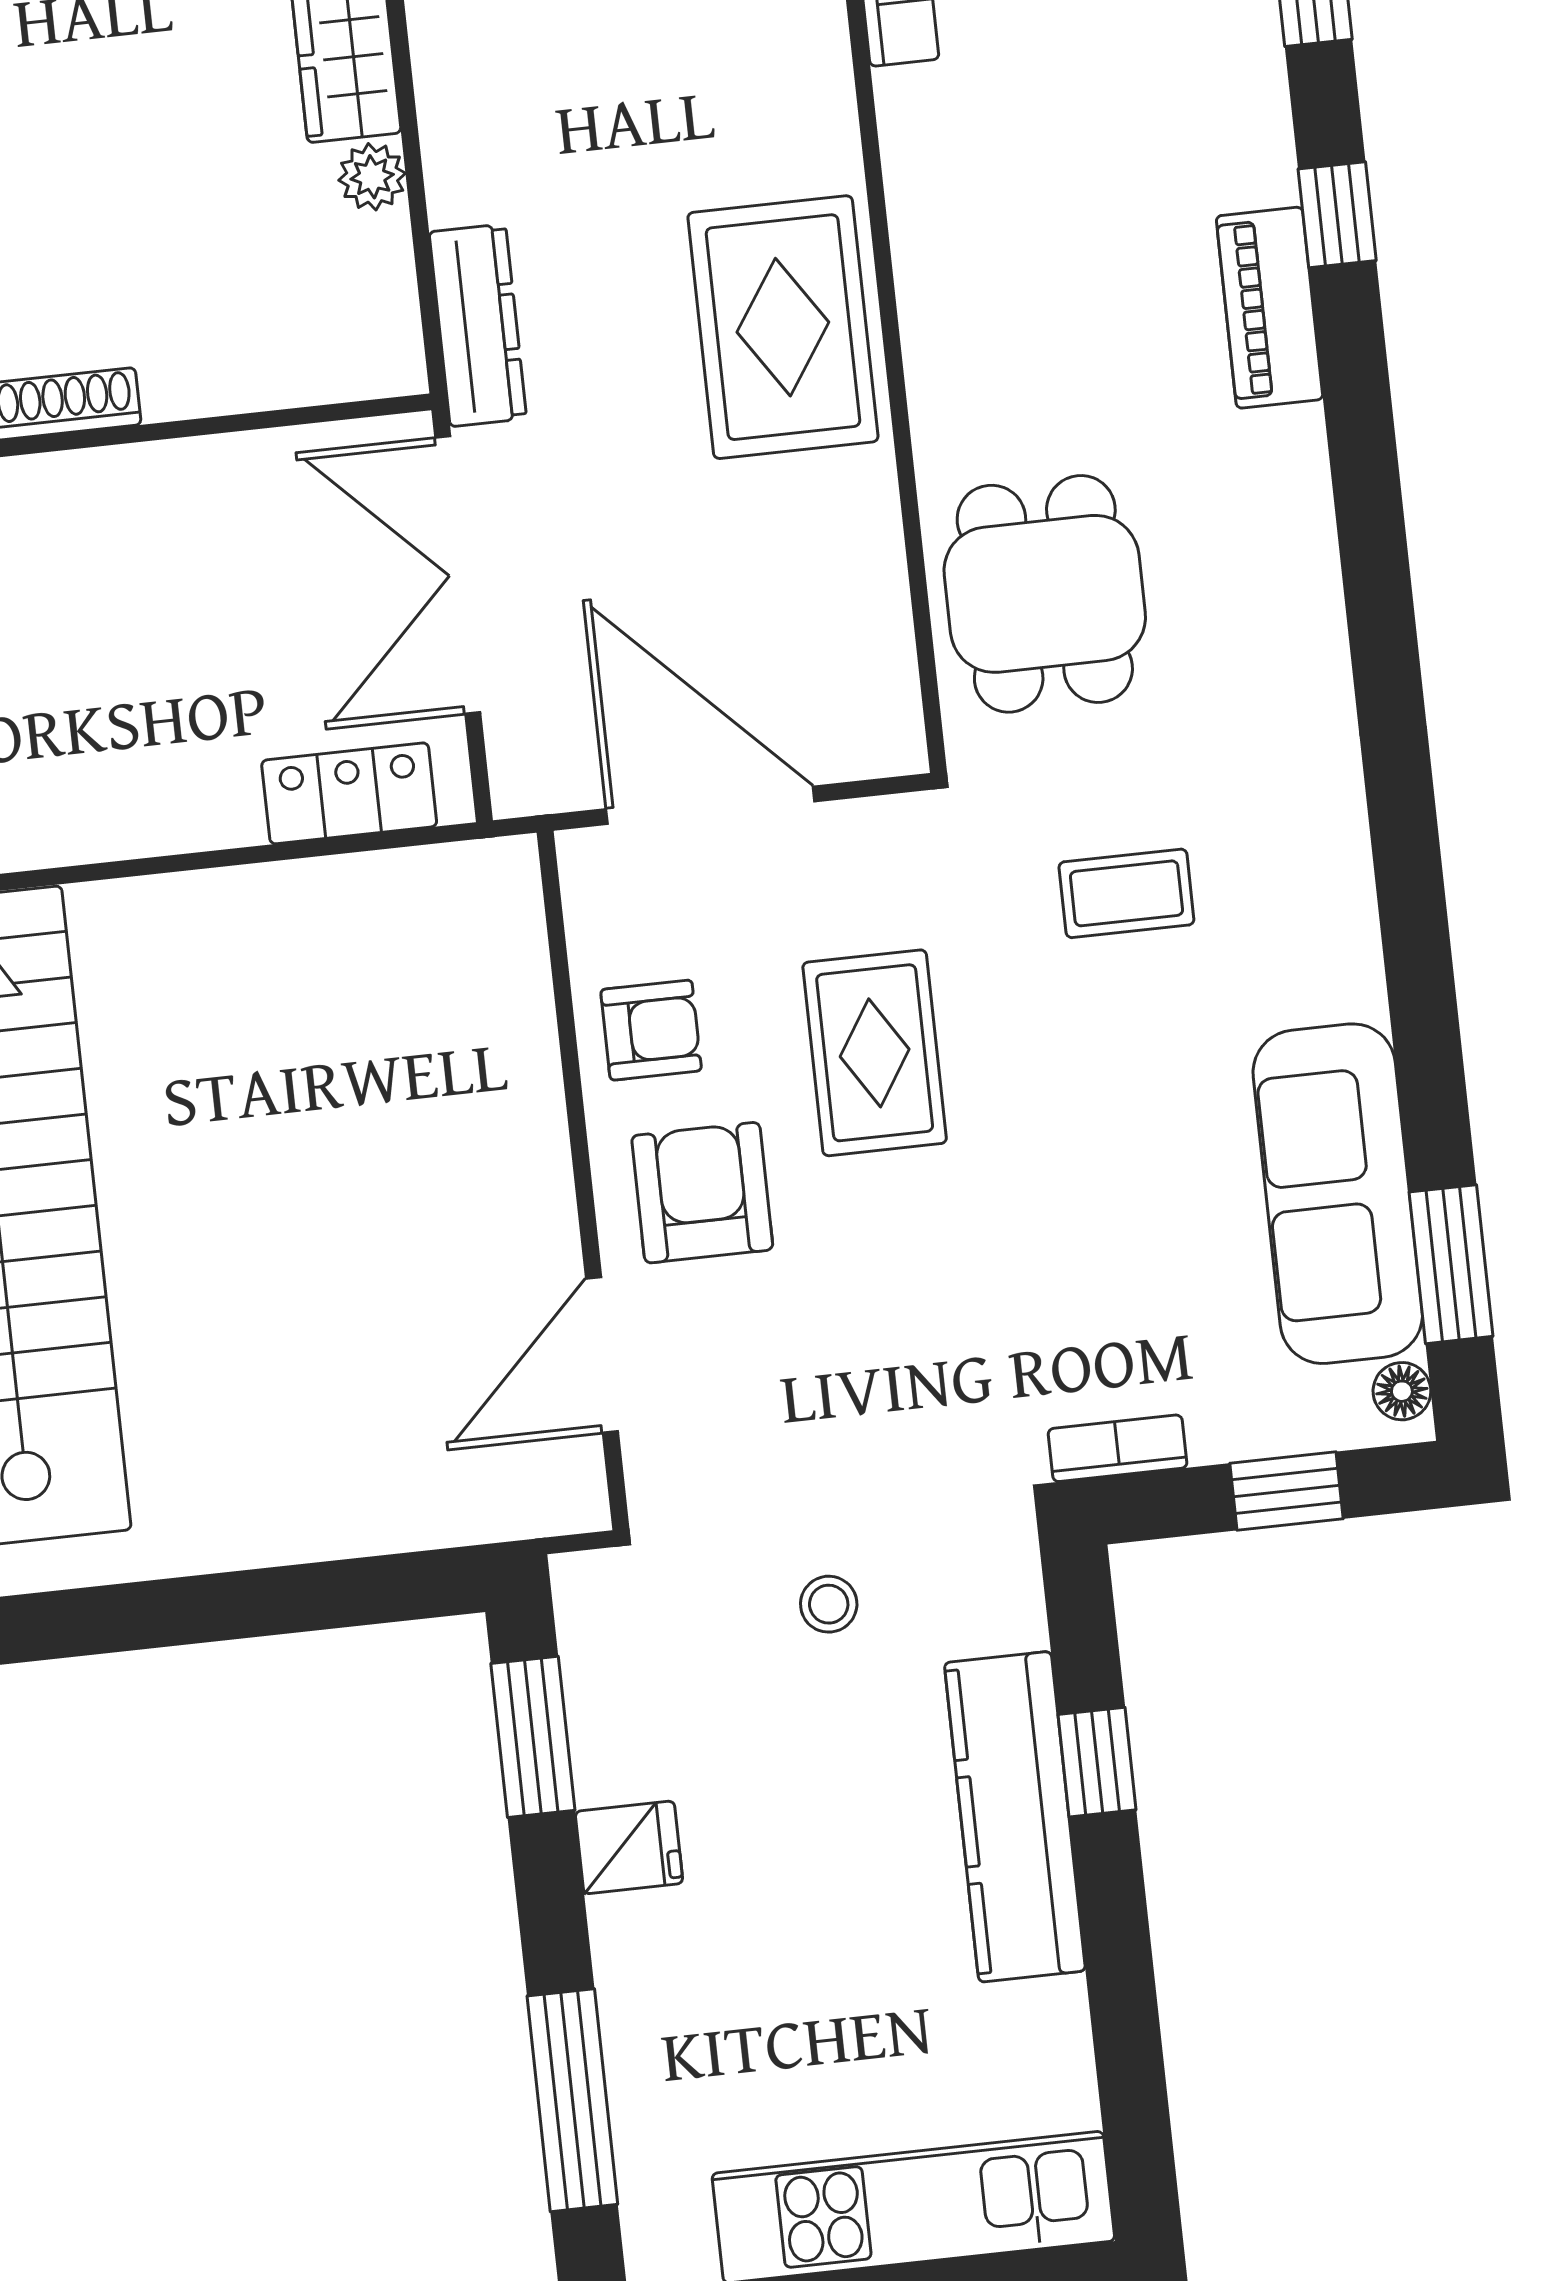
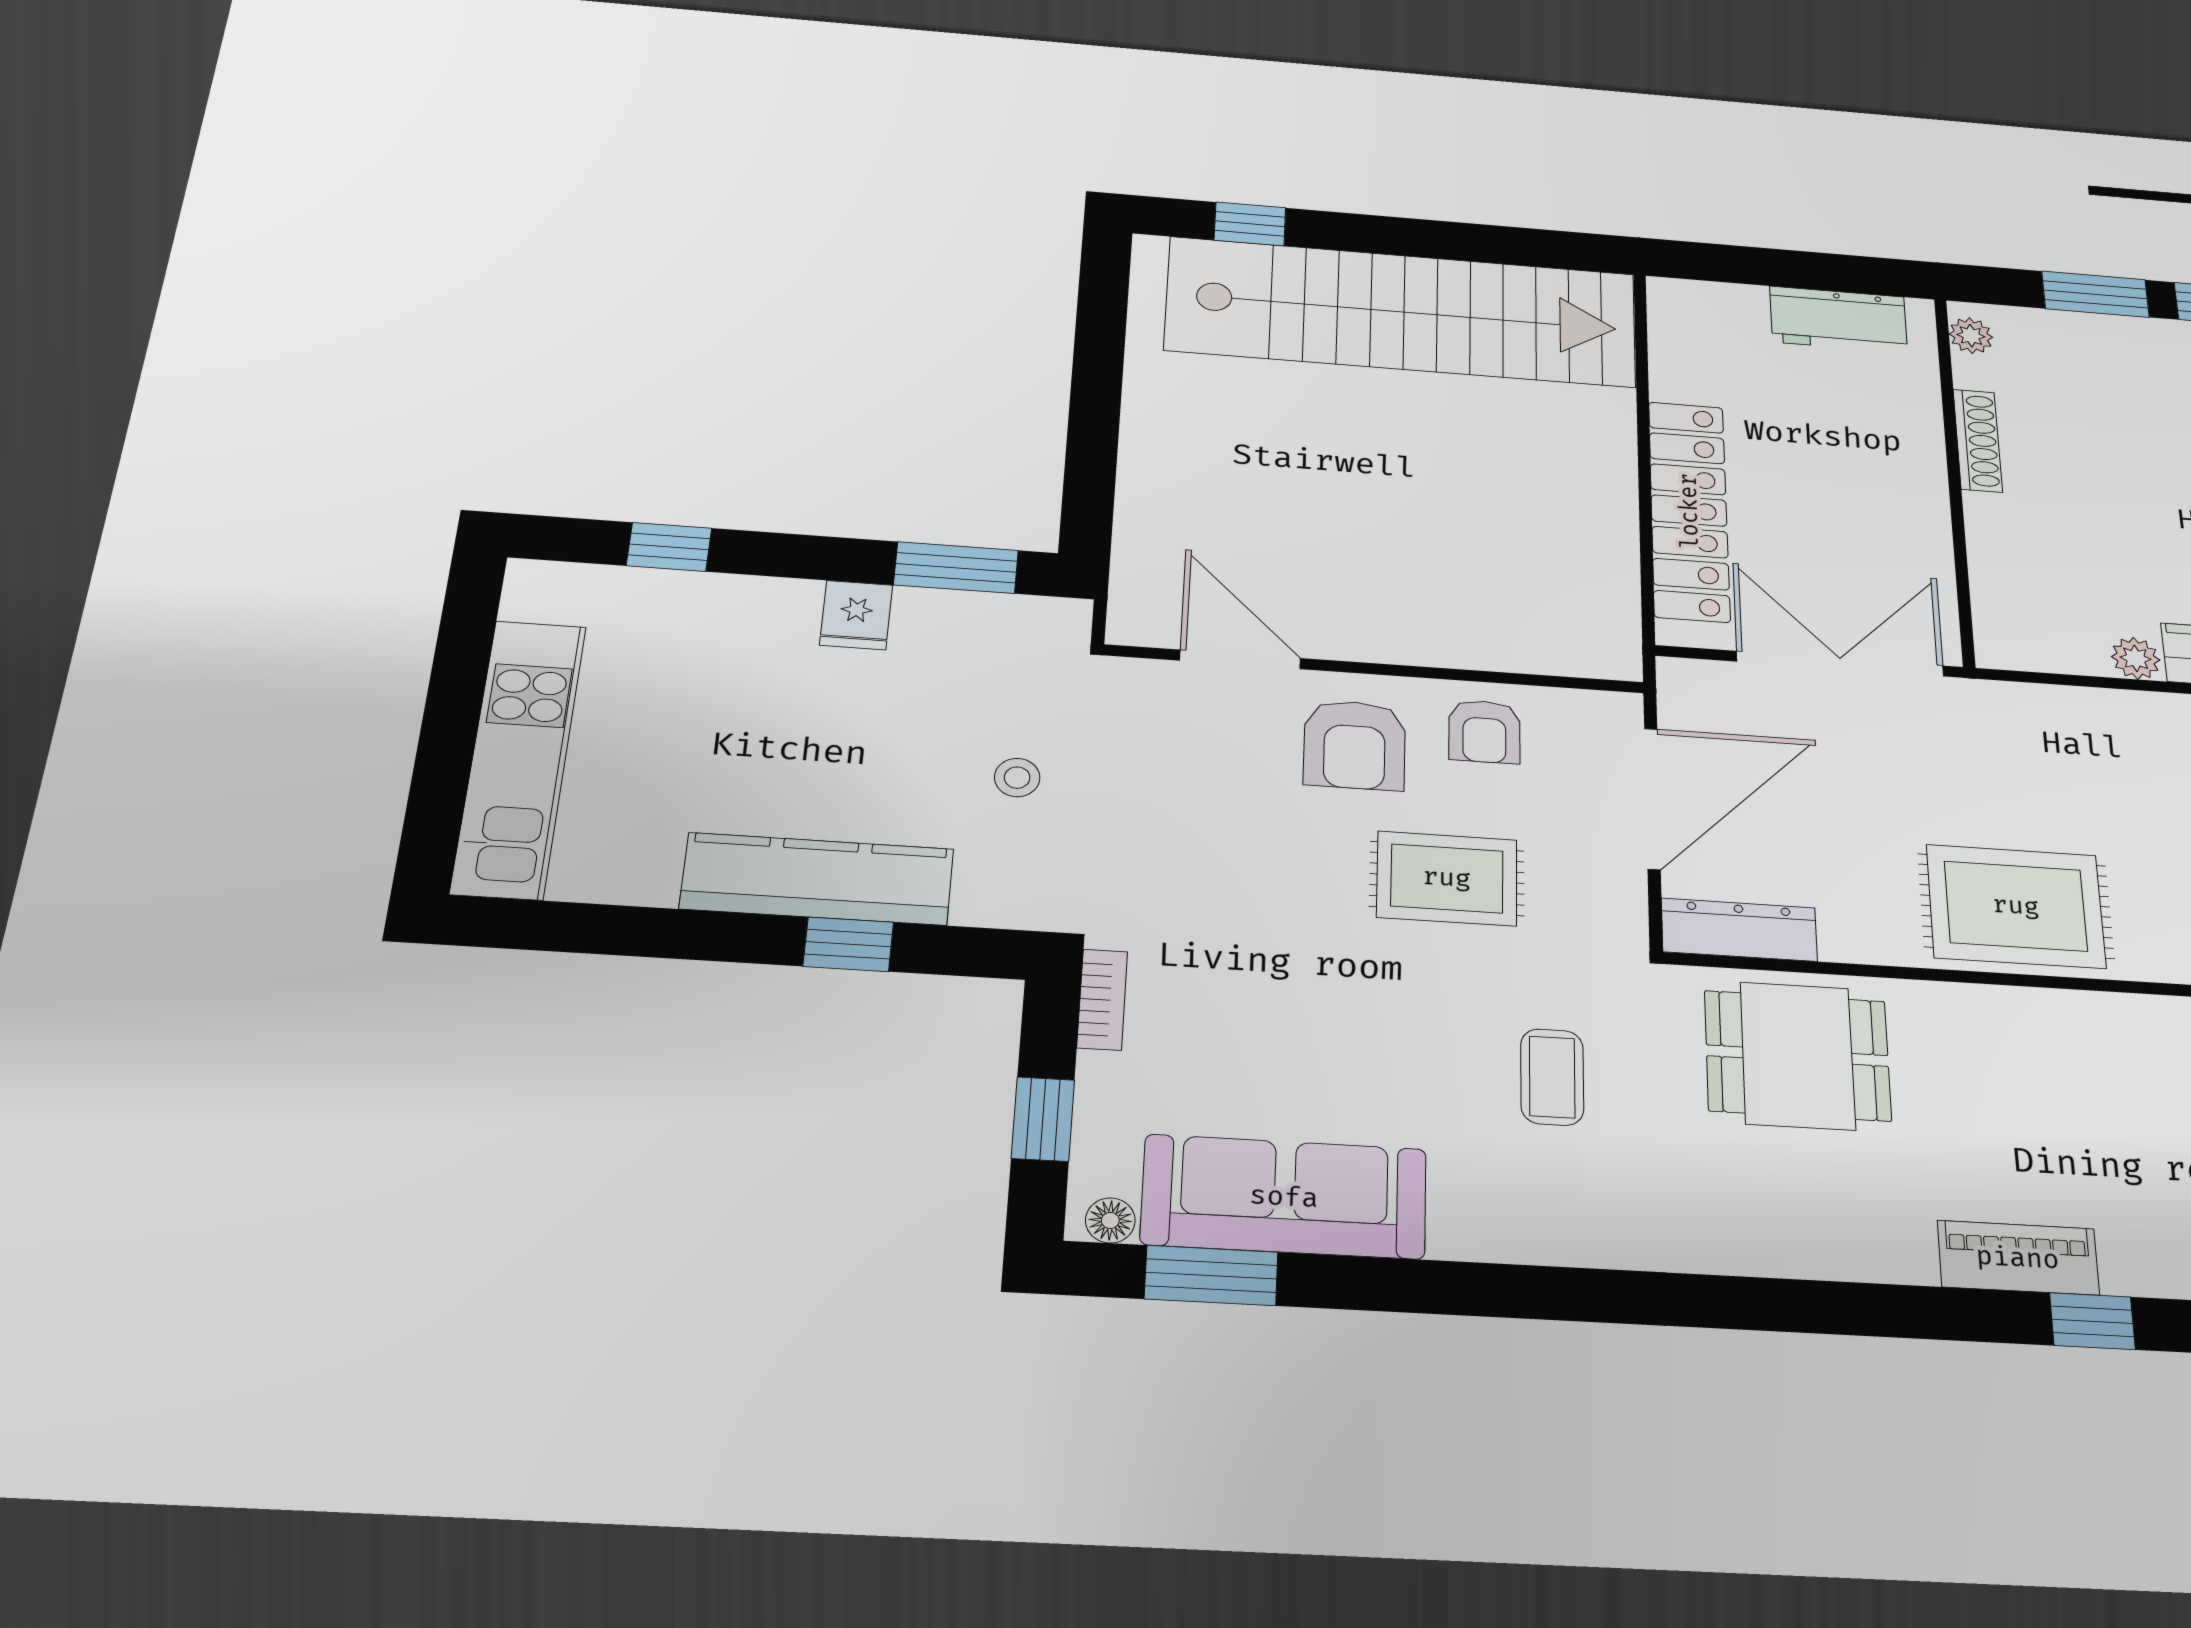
dresser: (478, 325) -> (1739, 930), moved, turned 180
locker: (349, 793) -> (1689, 511), width x2.16, depth x1.21
armchair: (702, 1193) -> (1355, 745), turned 90
window: (572, 2100) -> (669, 547), width x0.46

